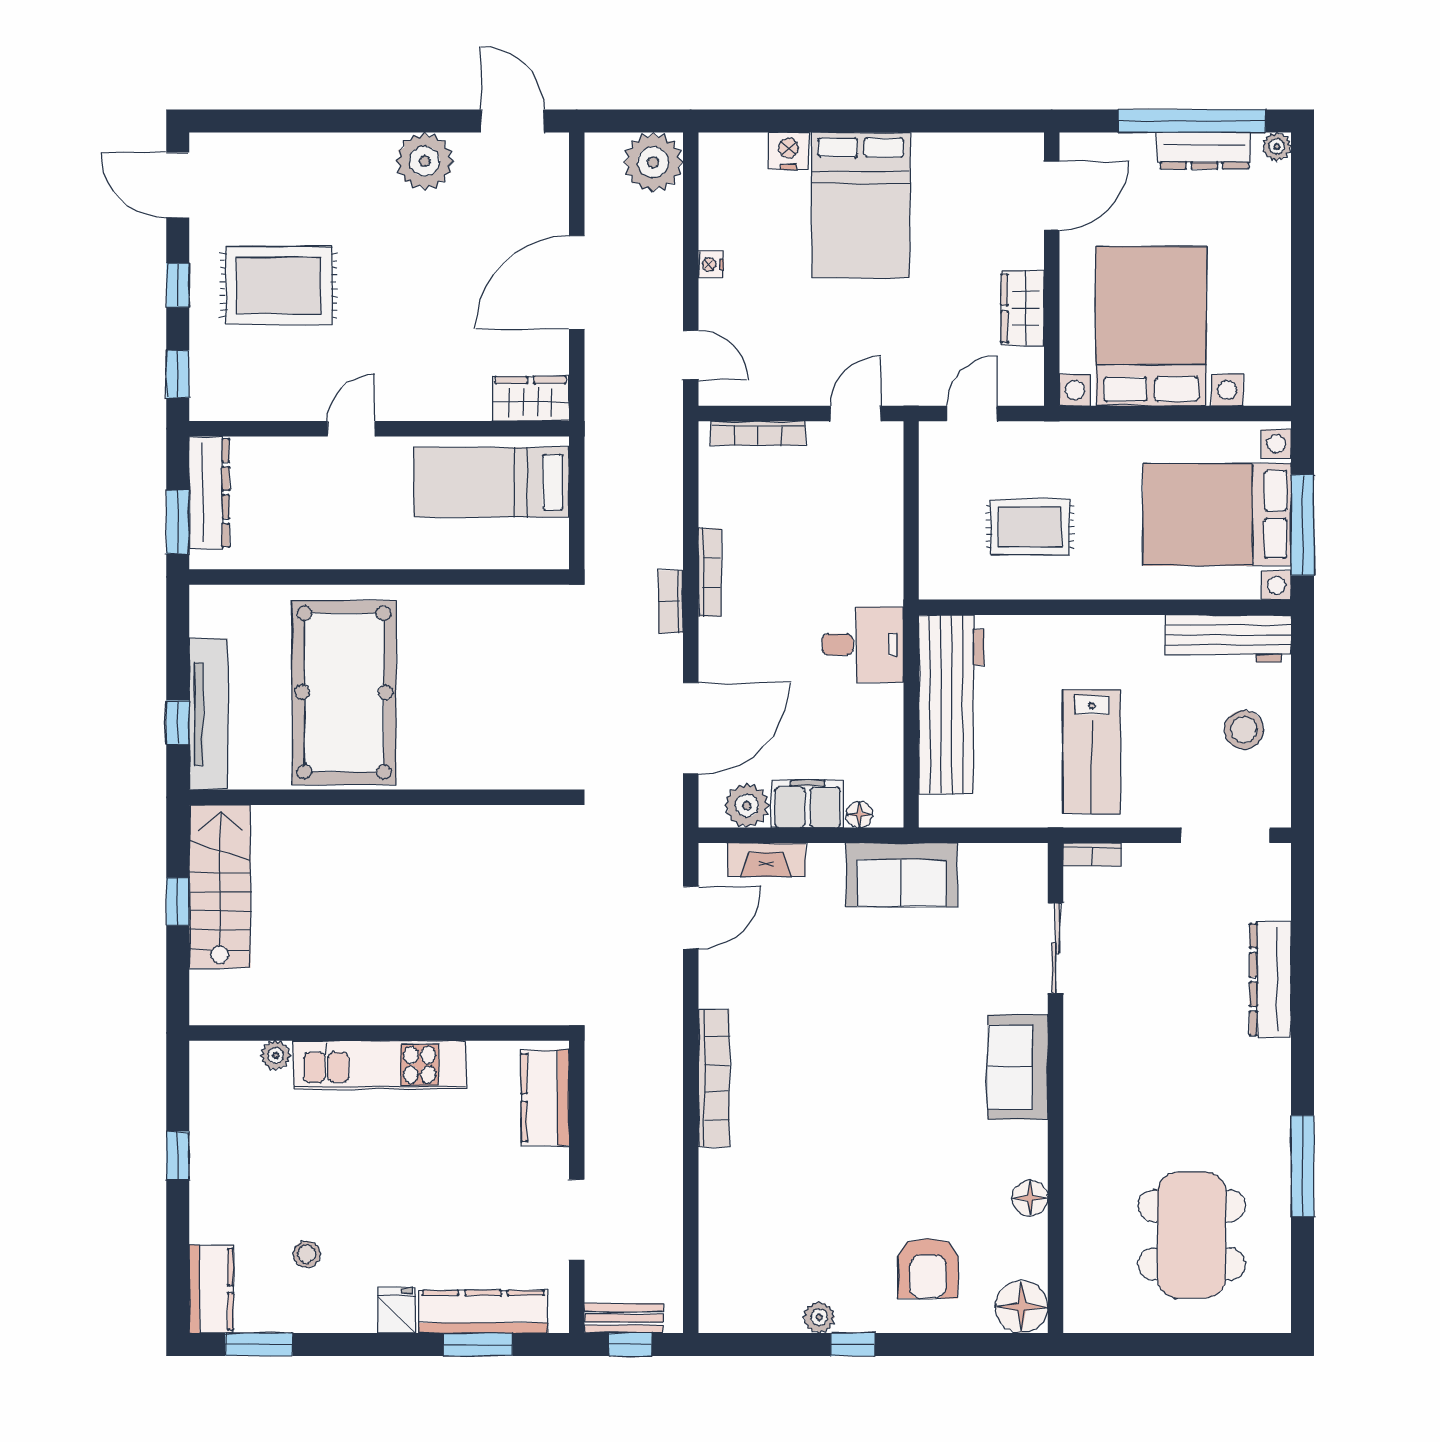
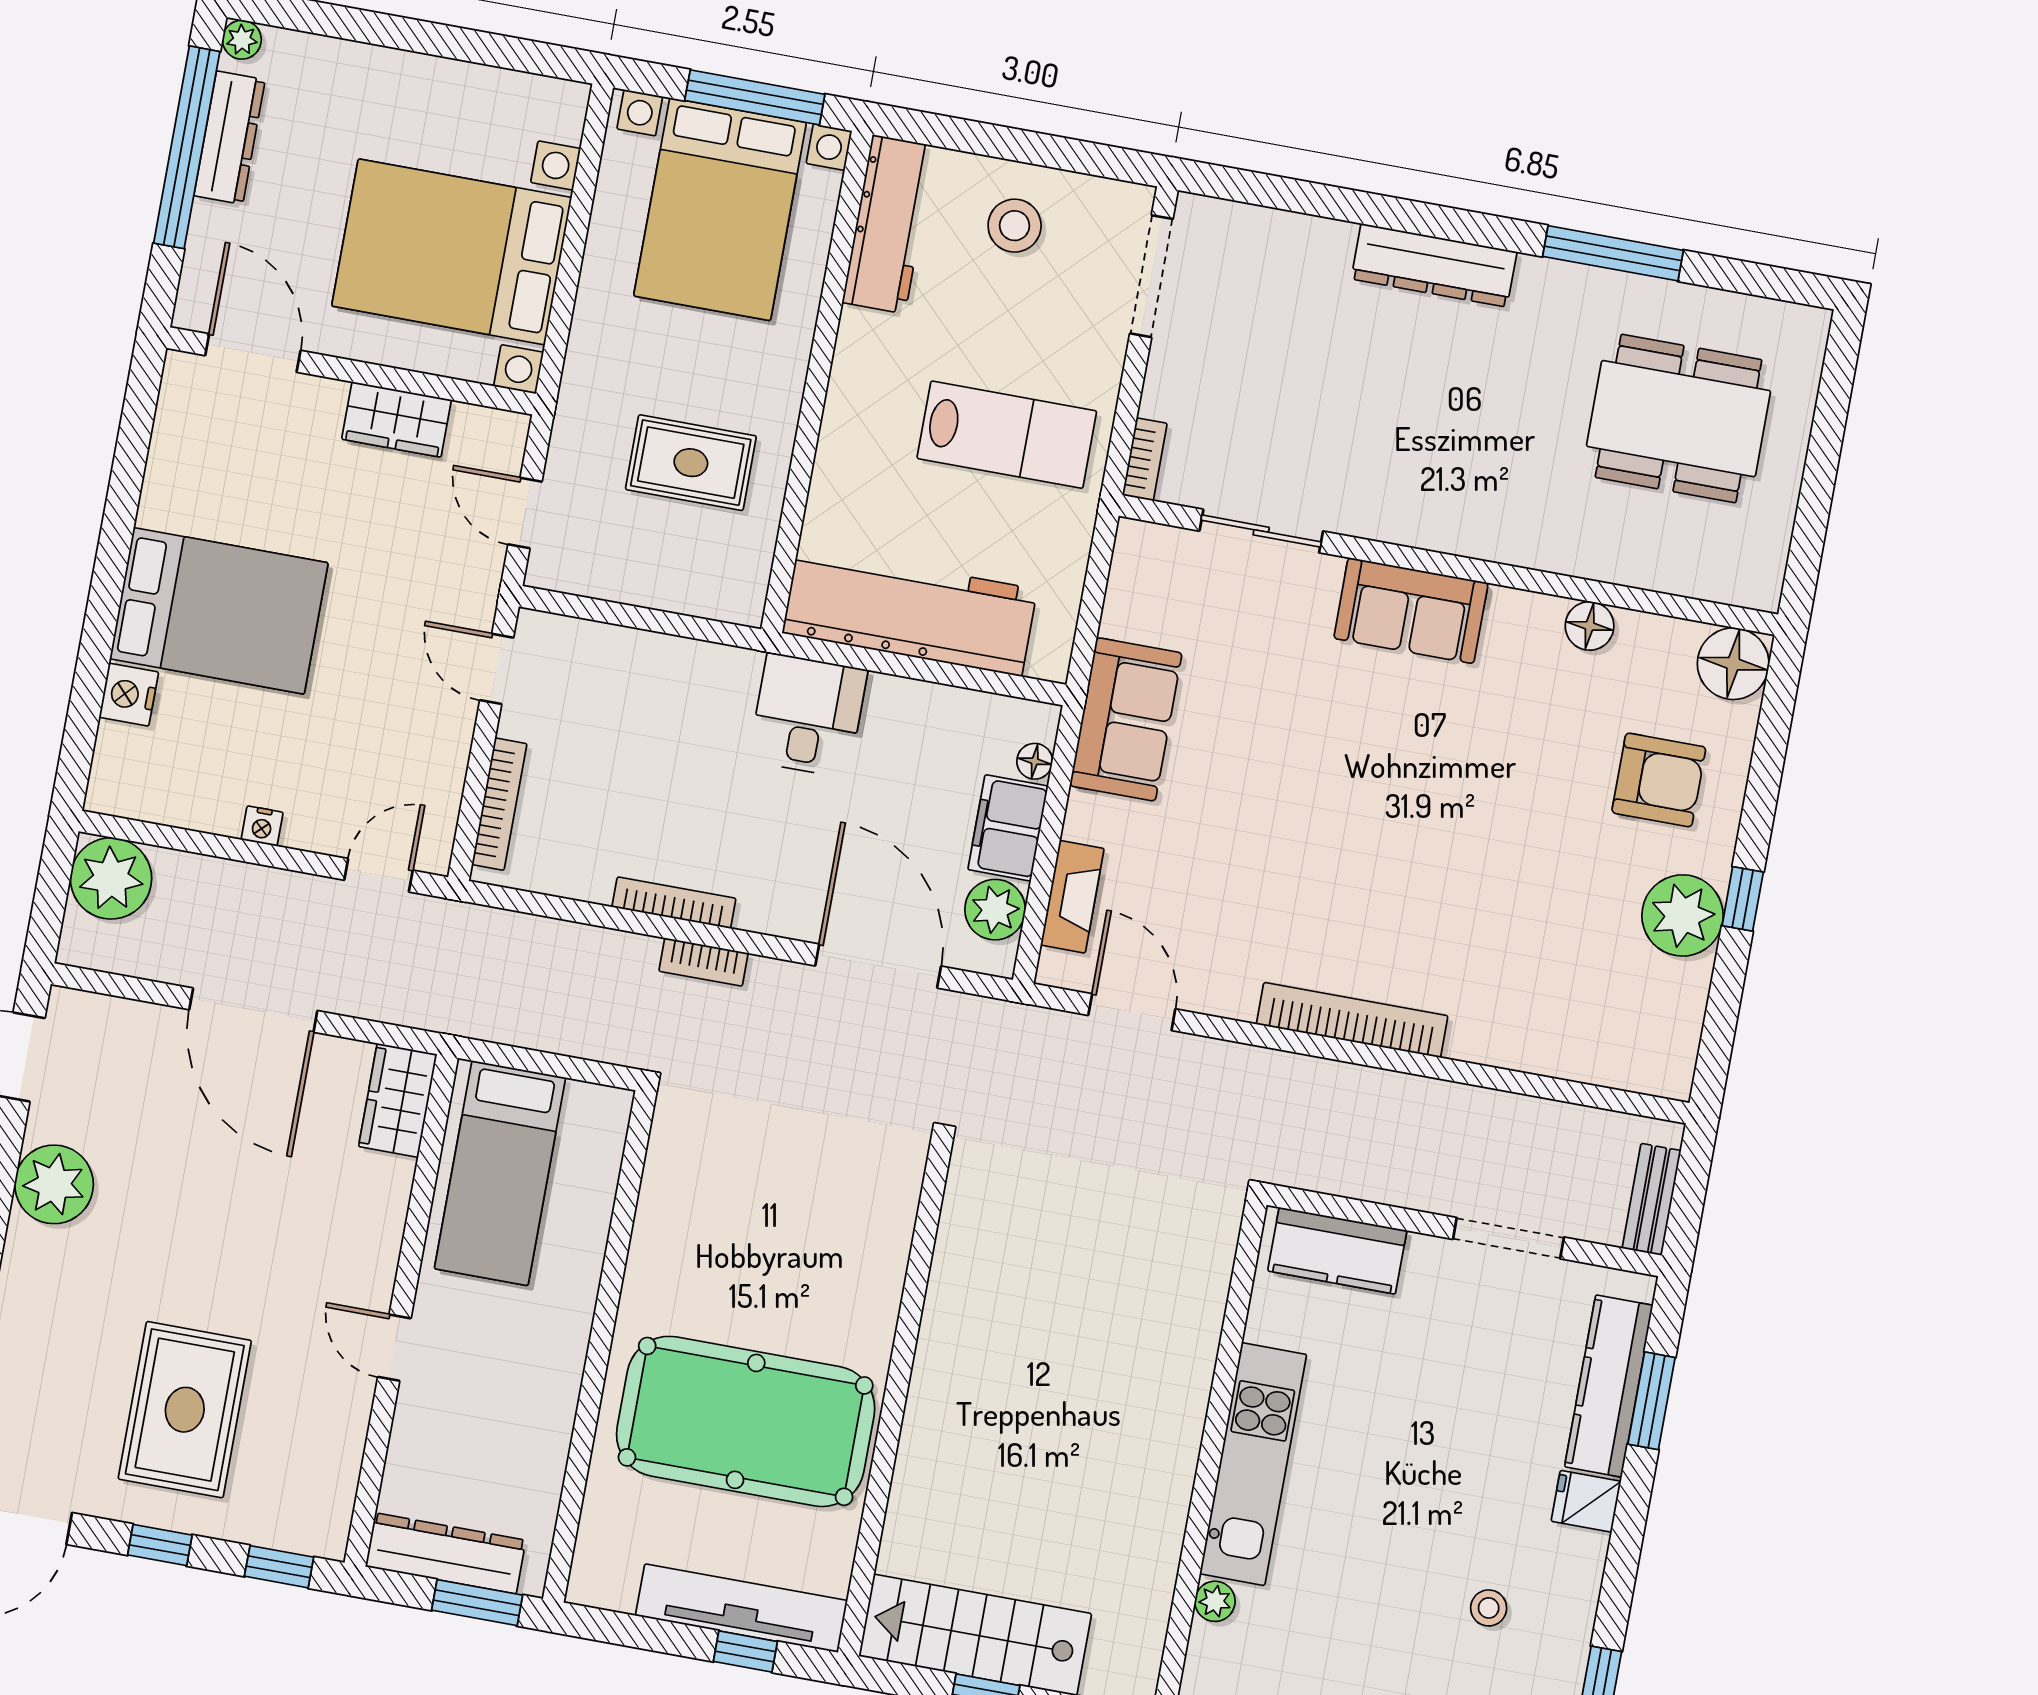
rug: (1030, 527) -> (691, 463), turned 90
dresser: (1270, 980) -> (1434, 265), moved
plant: (819, 1317) -> (1683, 915), width x1.88, depth x1.88
window: (630, 1345) -> (1688, 1197), removed

